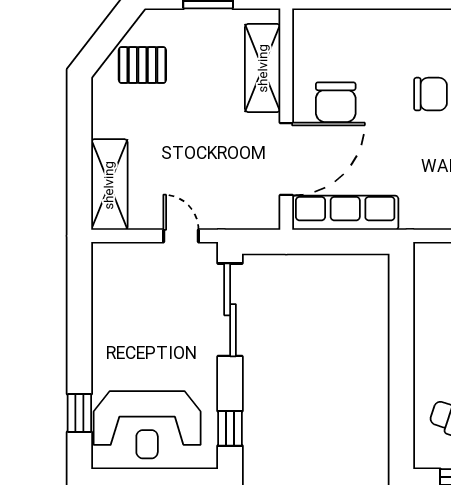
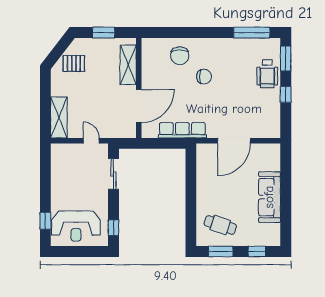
chair: (336, 102) -> (180, 56), moved
row of seats: (345, 213) -> (182, 130), moved
sliding door: (230, 310) -> (113, 174), width x0.73

